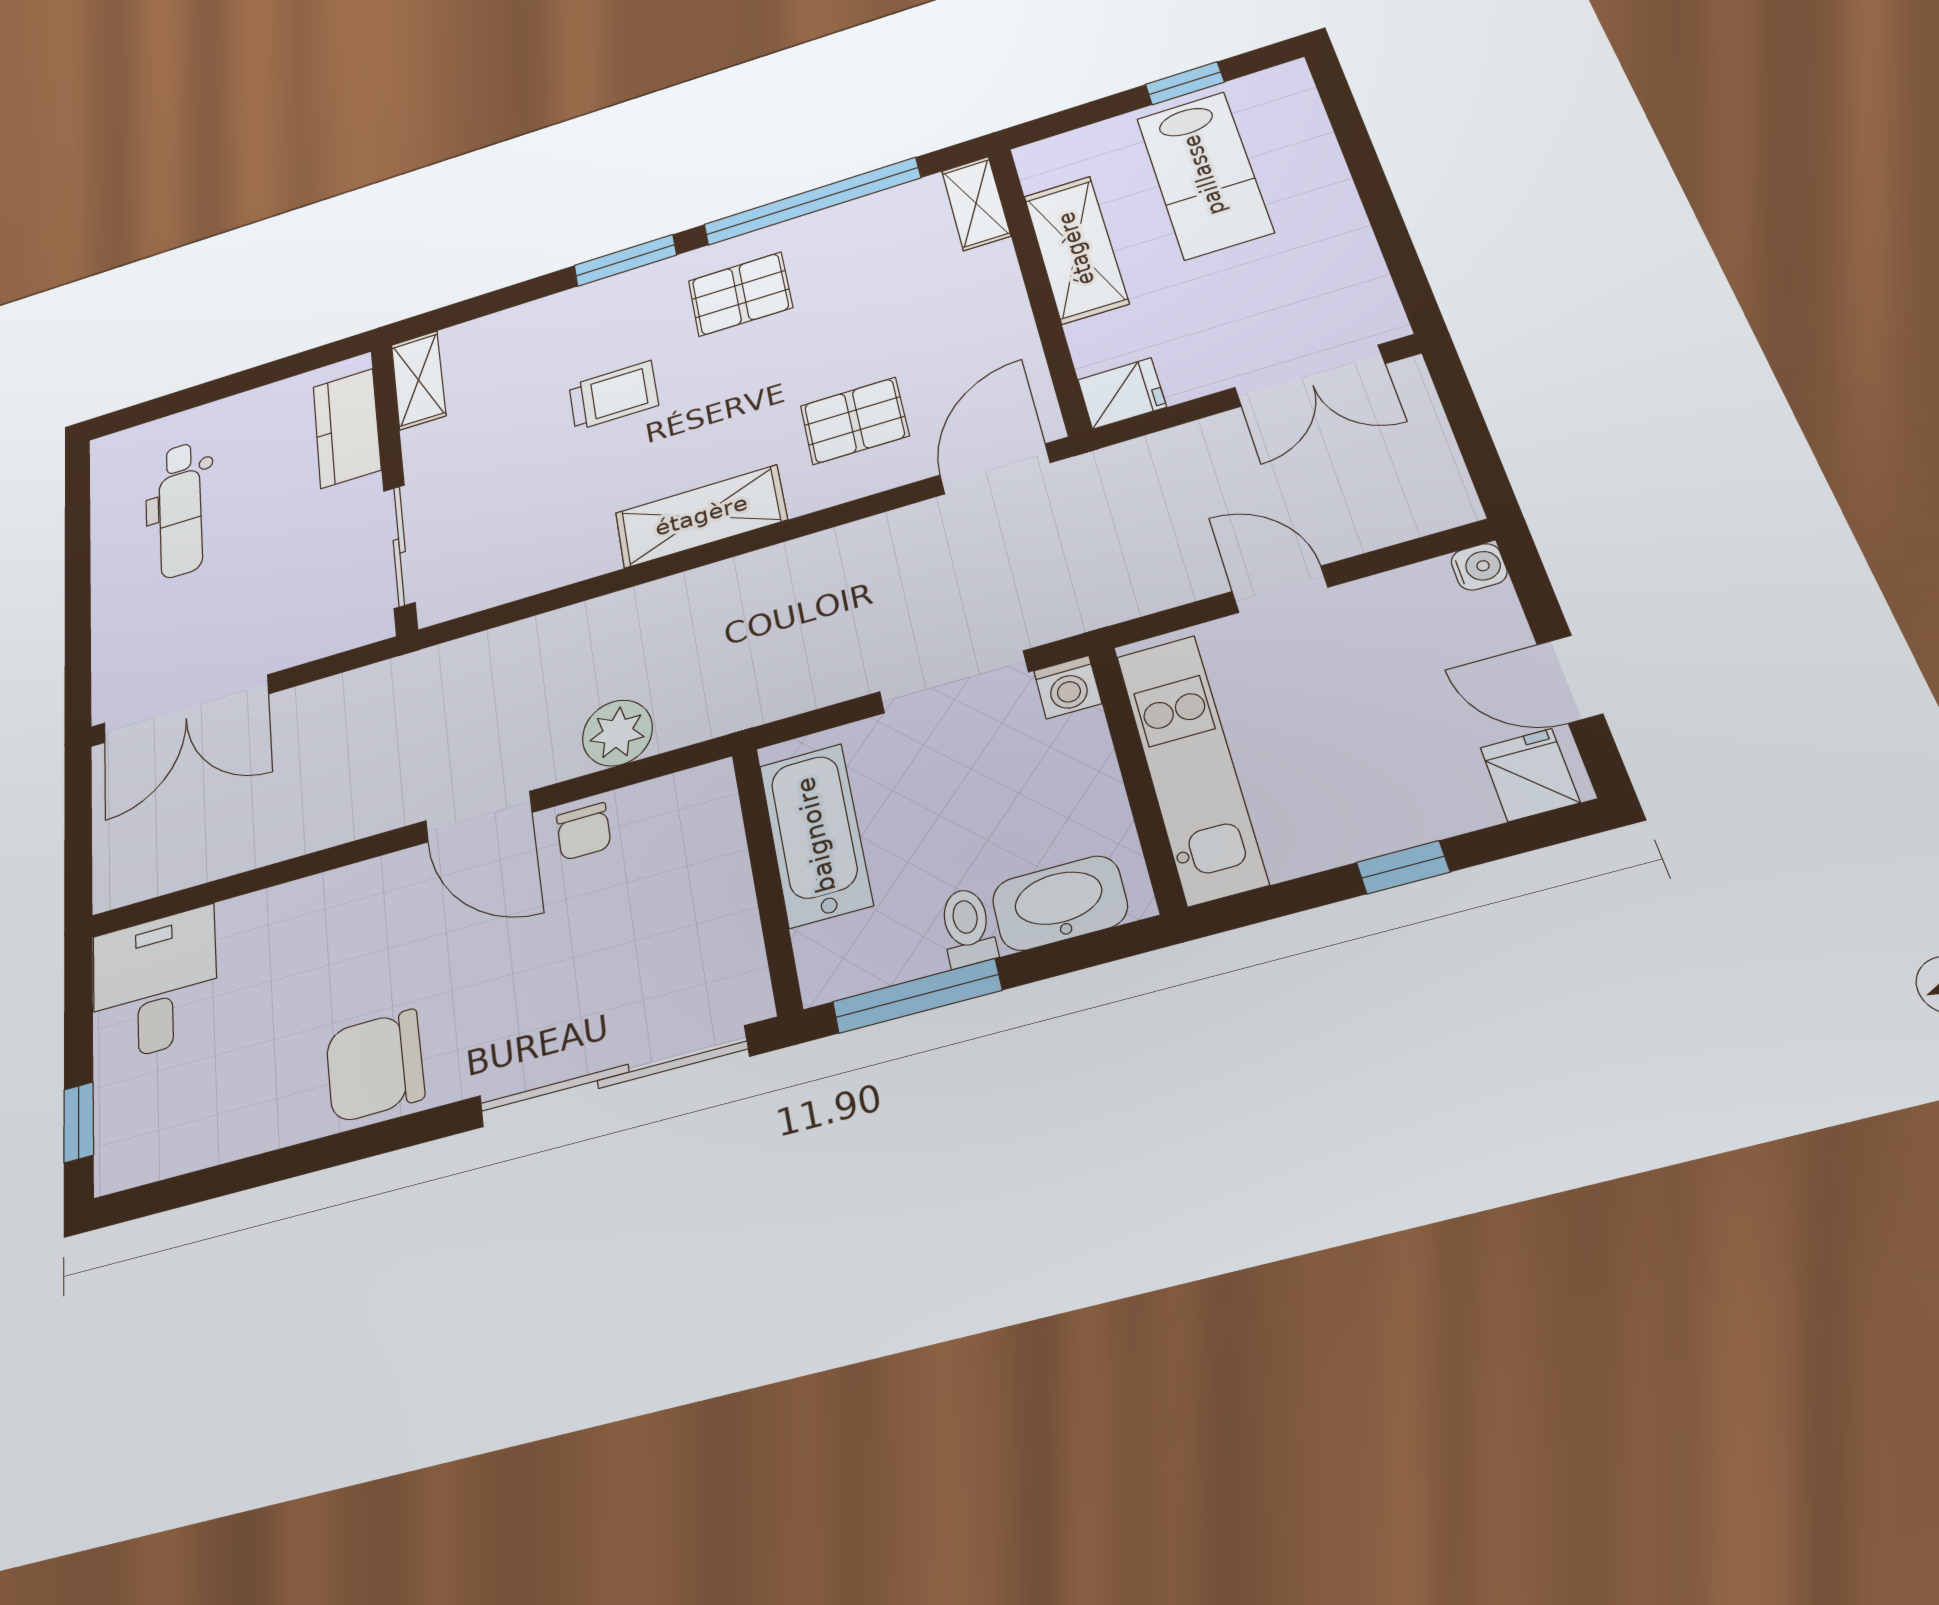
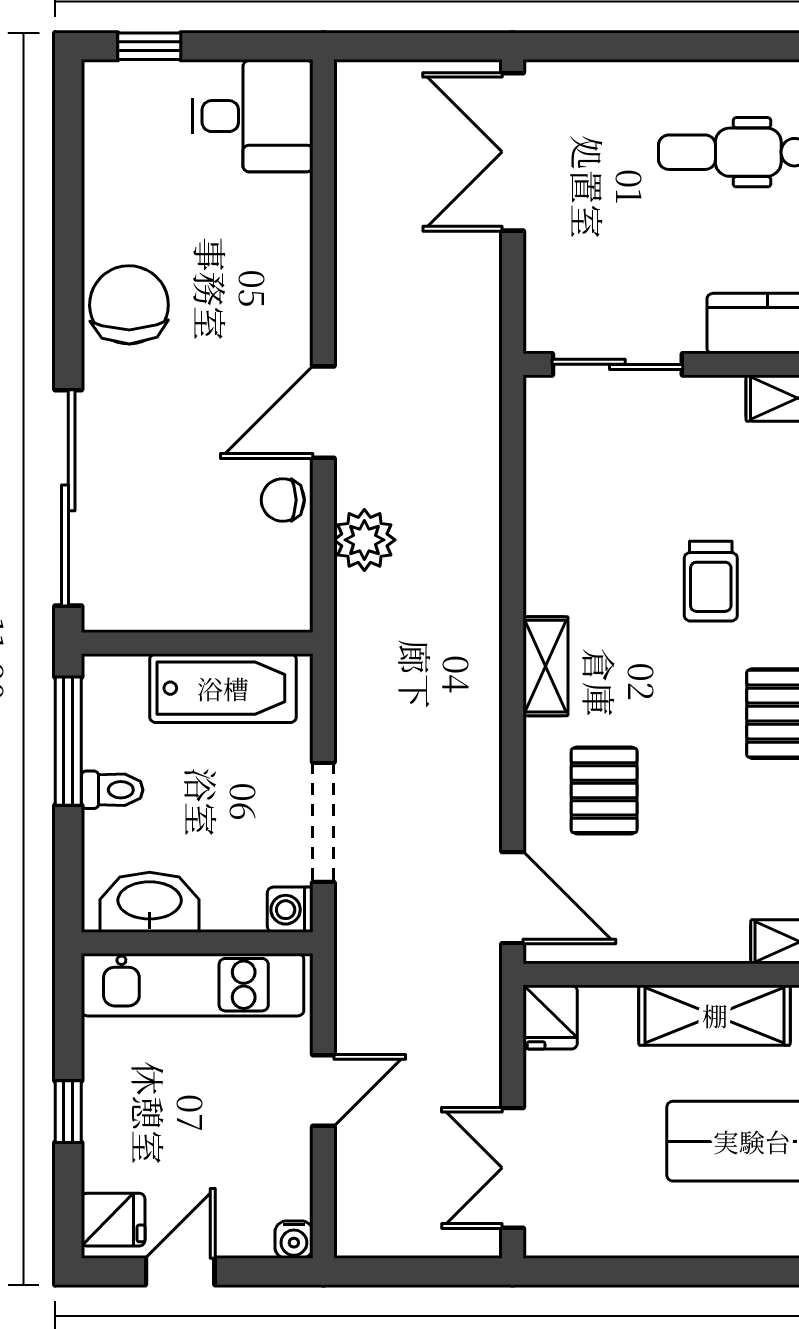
shelving: (701, 516) -> (546, 666), width x0.67, depth x0.75
washbasin: (1060, 903) -> (150, 902), moved, turned -90

